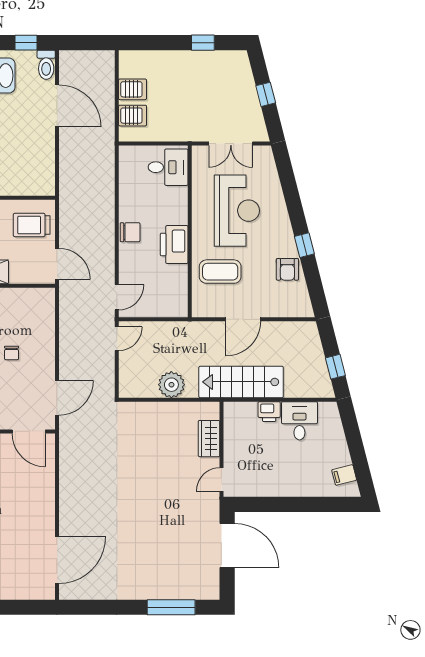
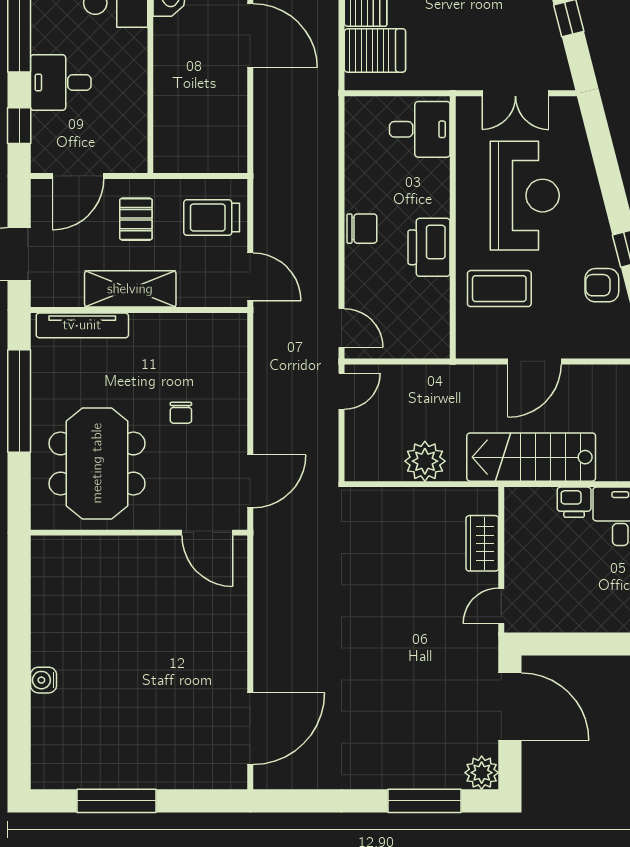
server rack: (133, 116) -> (375, 50), width x1.36, depth x1.44
armchair: (287, 269) -> (602, 285), turned 90
door: (117, 297) -> (342, 328), hinge flipped
plant: (209, 589) -> (482, 773), added

